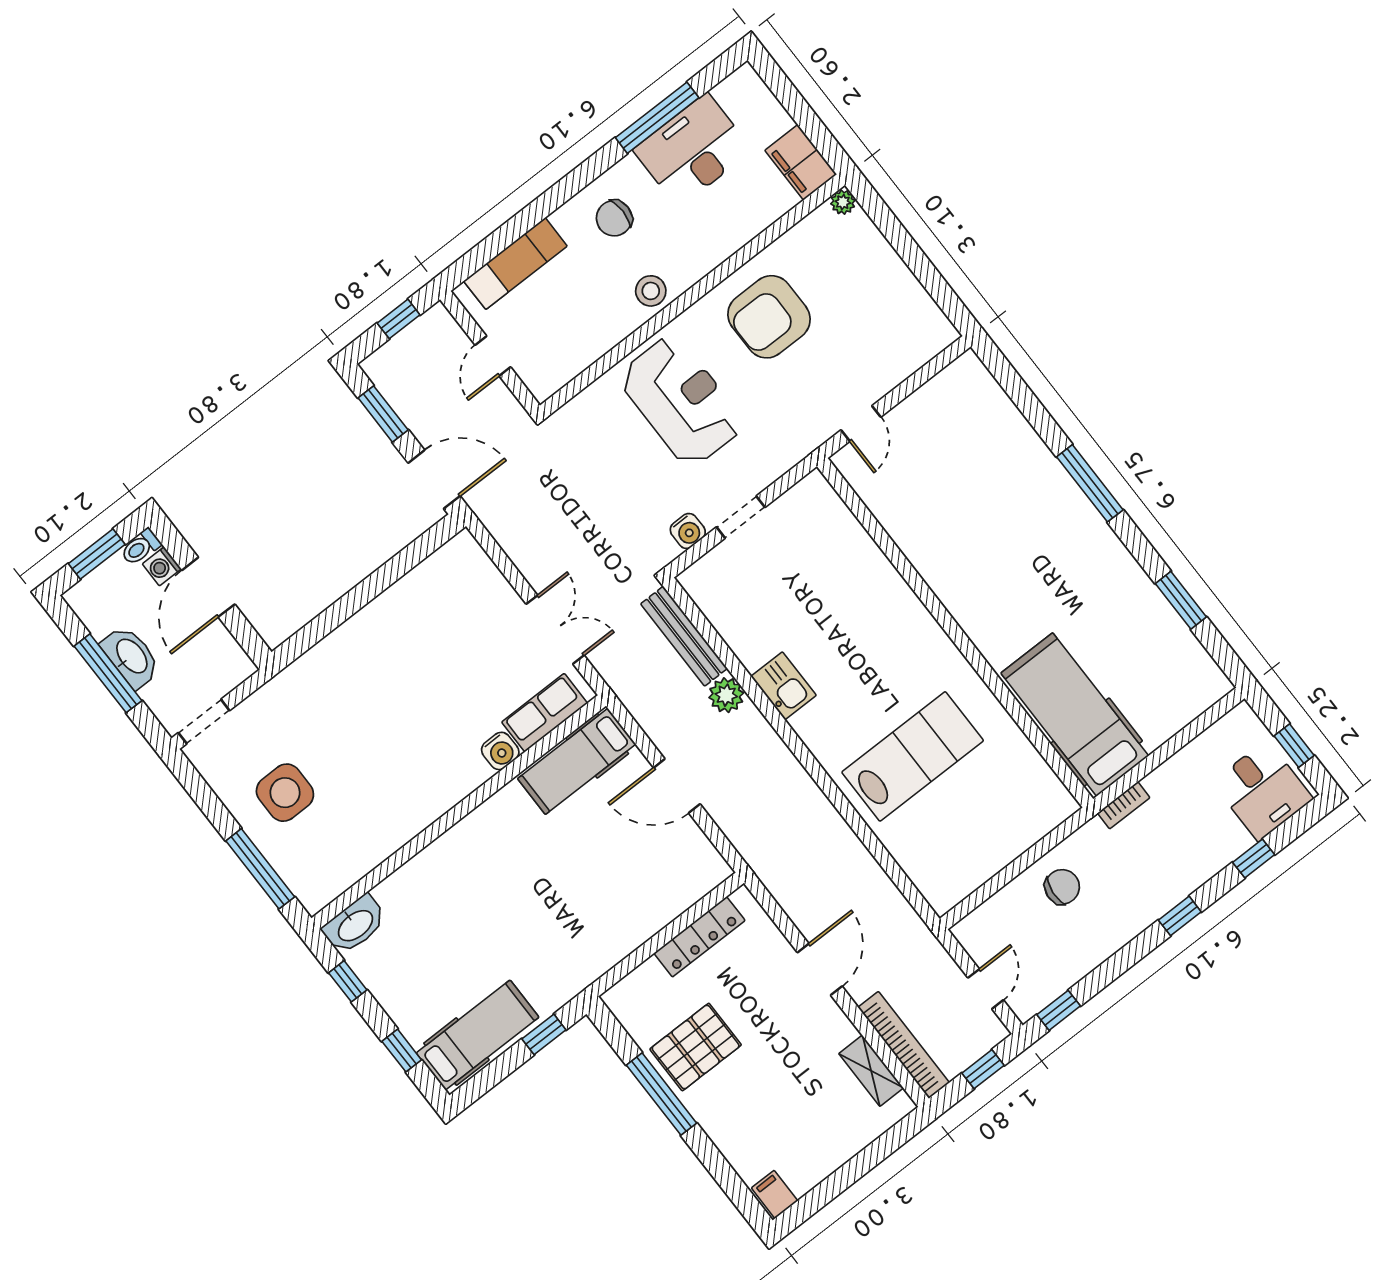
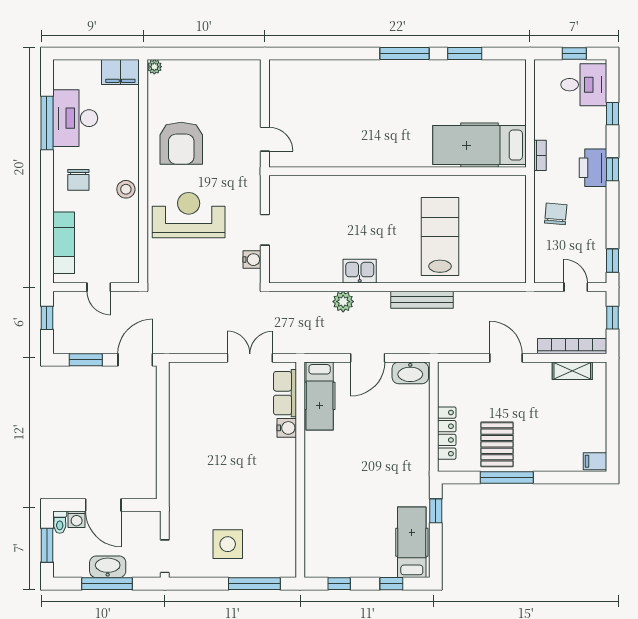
window: (1090, 483) -> (405, 54), moved
bench: (684, 636) -> (422, 300), moved
printer: (1162, 888) -> (593, 168), added
washbasin: (355, 925) -> (410, 373), moved, turned 90
locker: (699, 937) -> (447, 433), moved

